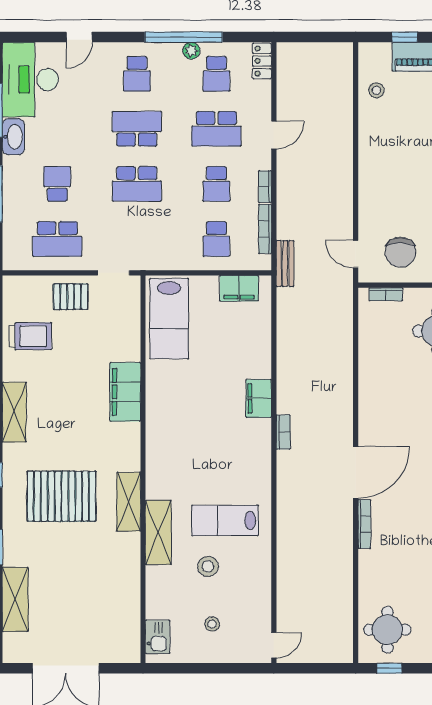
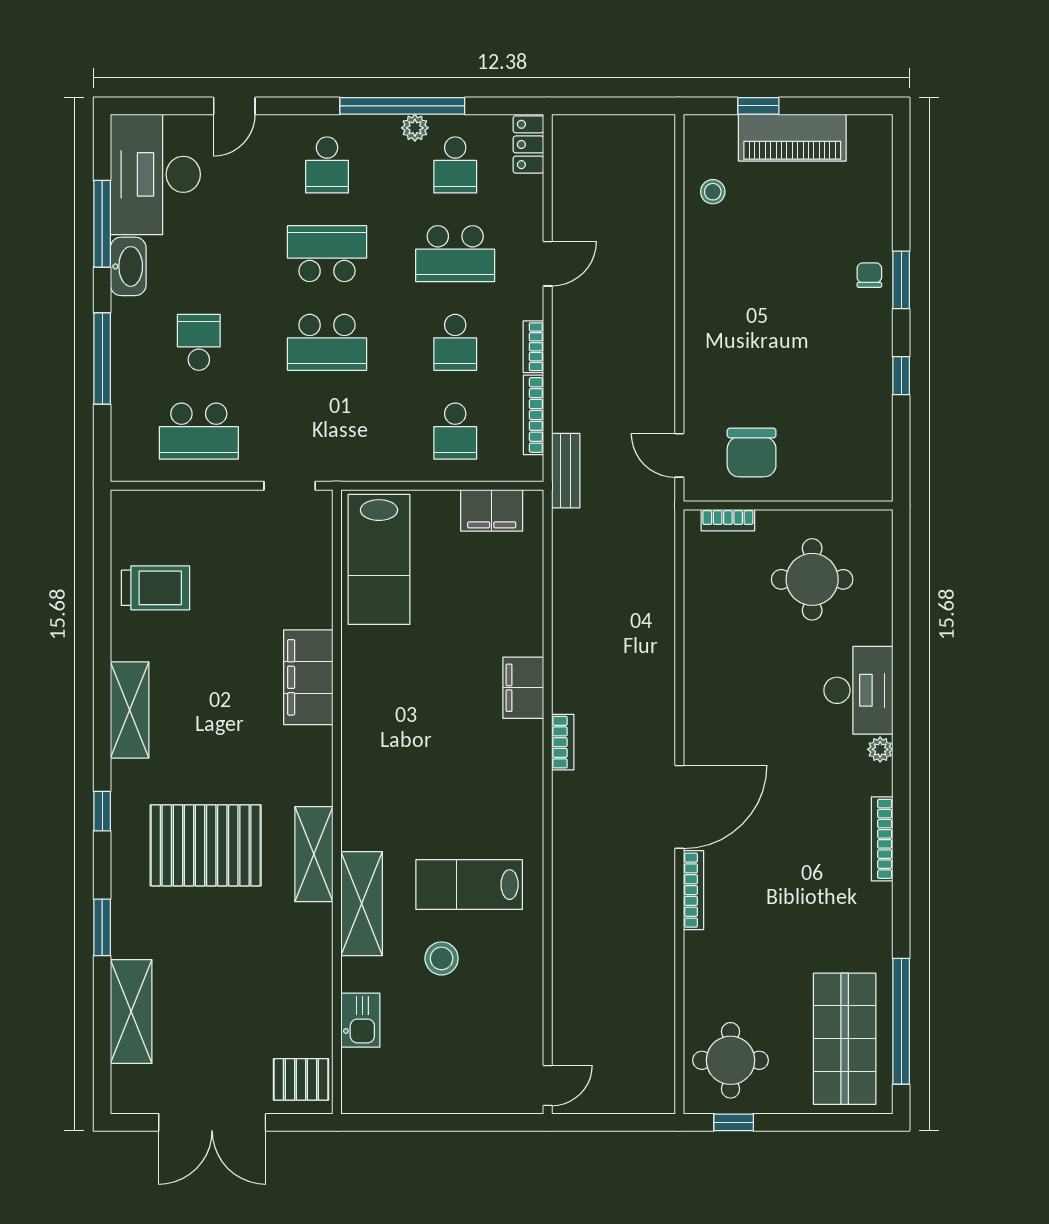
pallet: (71, 297) -> (301, 1079), moved
stool: (212, 624) -> (448, 1051), removed
kitchen sink: (158, 637) -> (360, 1020), moved

